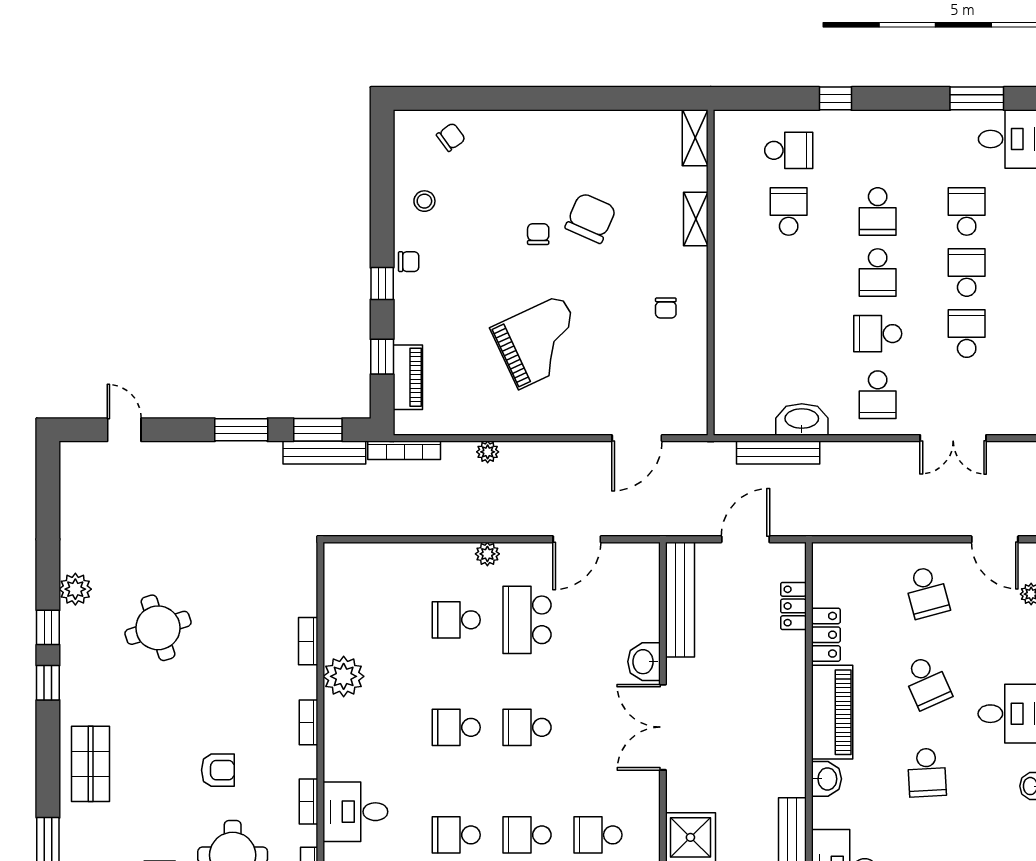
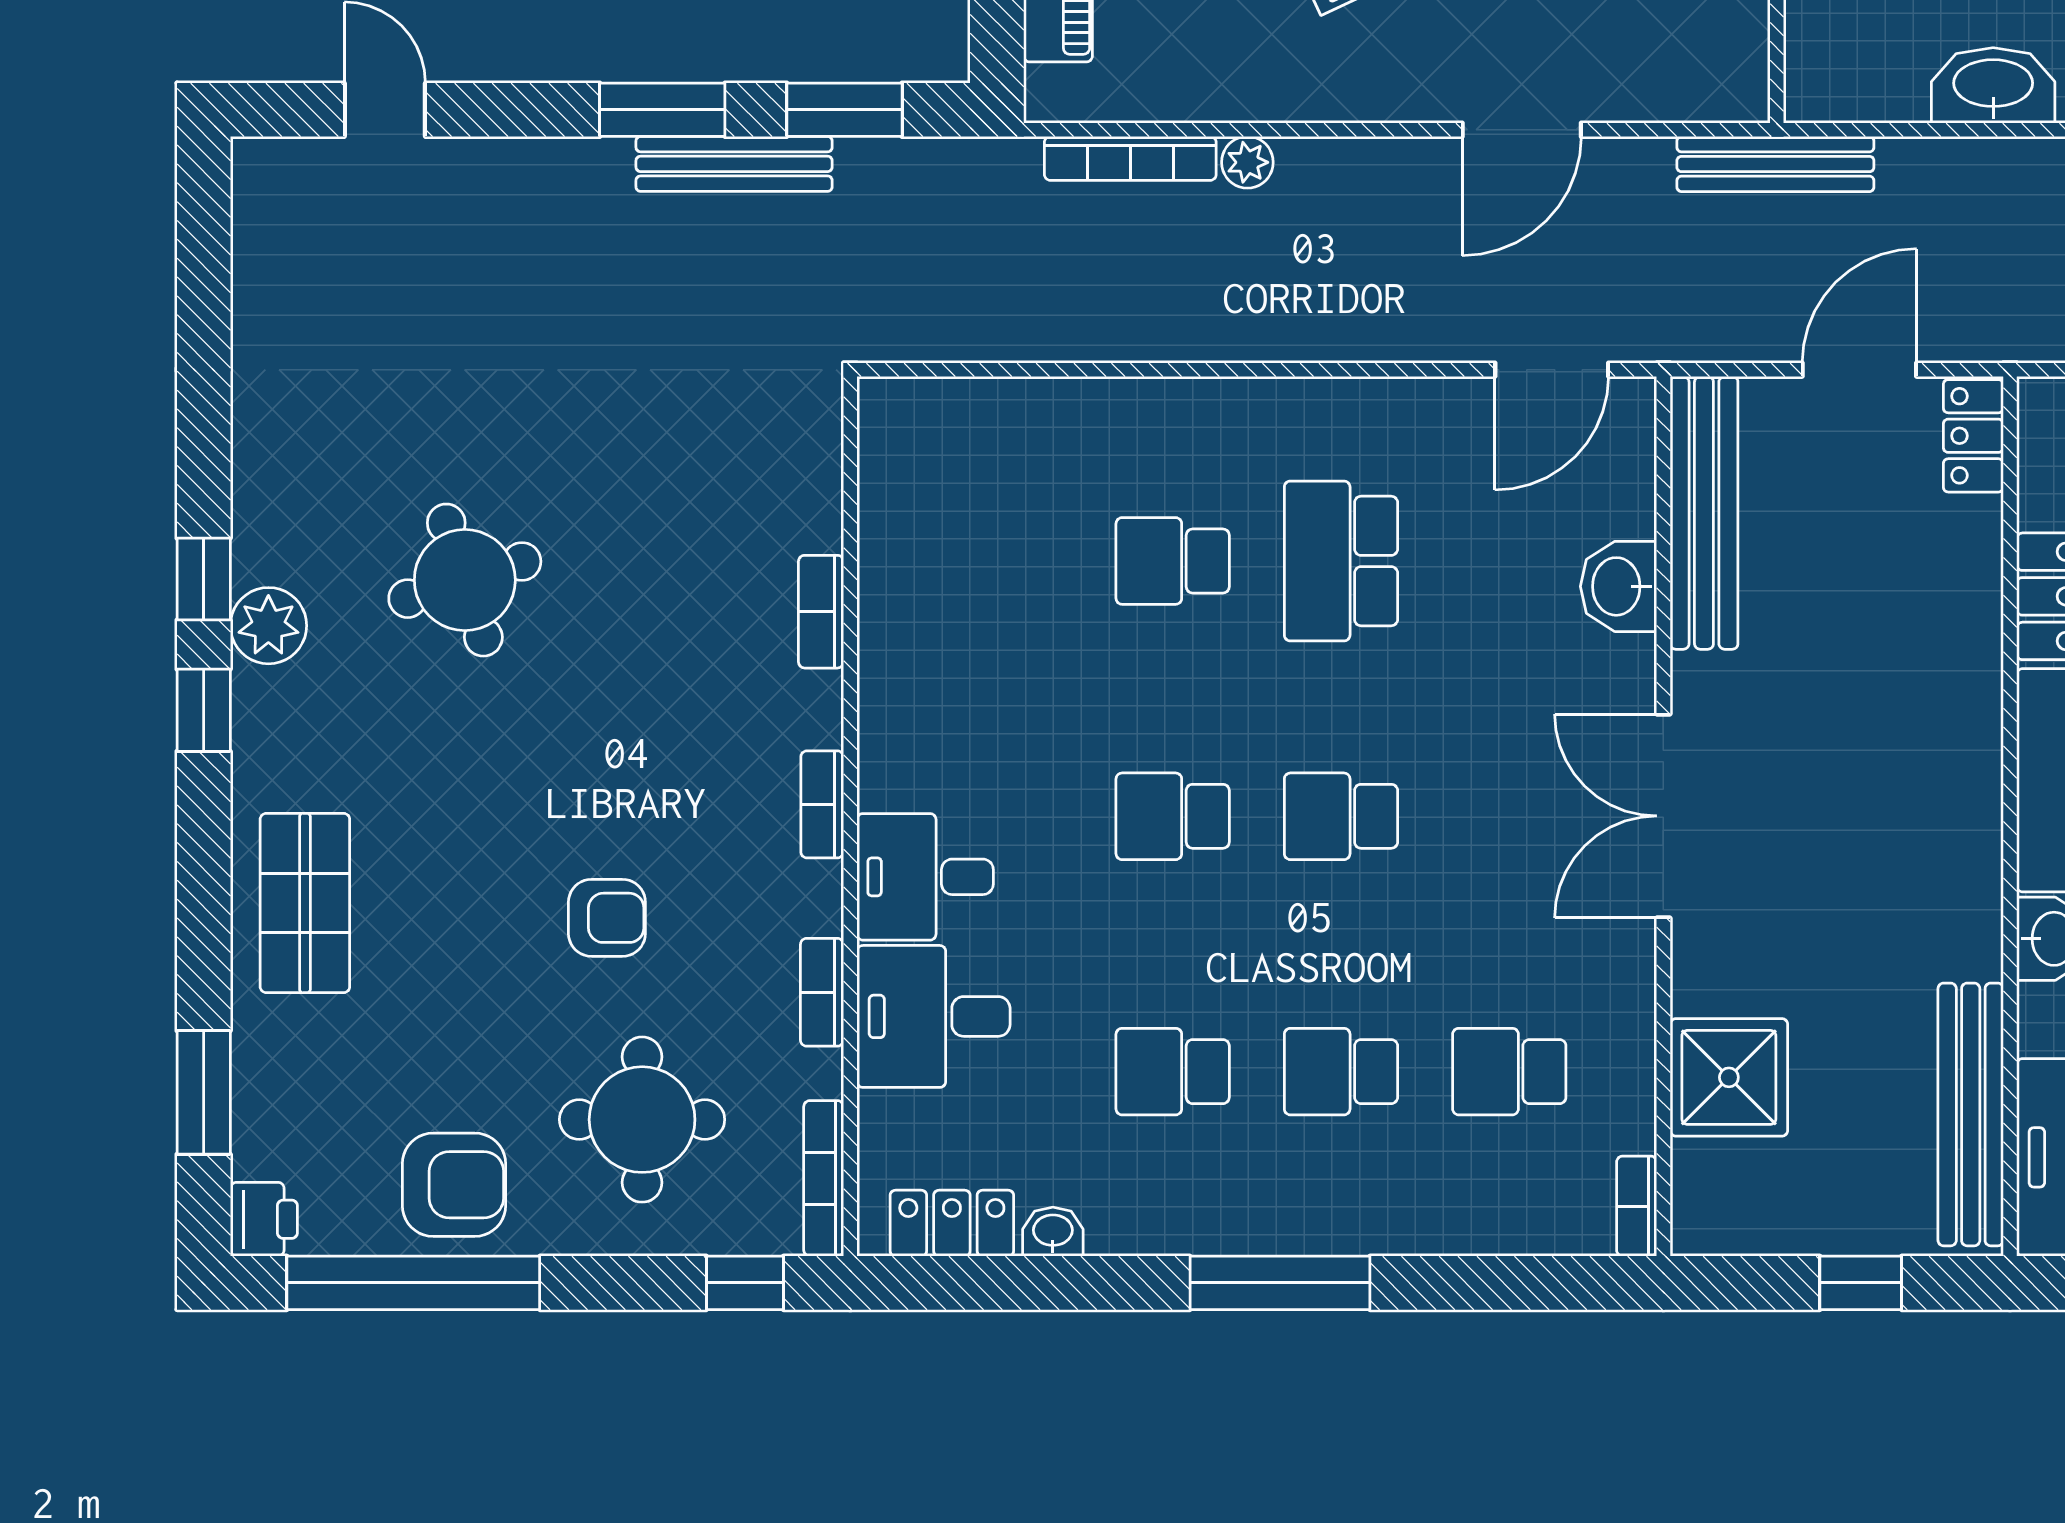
door: (637, 438) -> (1522, 130), moved
bookcase: (404, 450) -> (1130, 158), moved
bench: (324, 453) -> (734, 164), moved
bench: (778, 453) -> (1775, 164), moved
door: (577, 539) -> (1552, 370), moved
plant: (487, 554) -> (1247, 405), removed
plant: (75, 589) -> (268, 626), moved
locker: (793, 606) -> (1973, 436), moved
washbasin: (644, 662) -> (1619, 586), moved
plant: (344, 676) -> (905, 695), removed
desk: (352, 753) -> (925, 877), added

